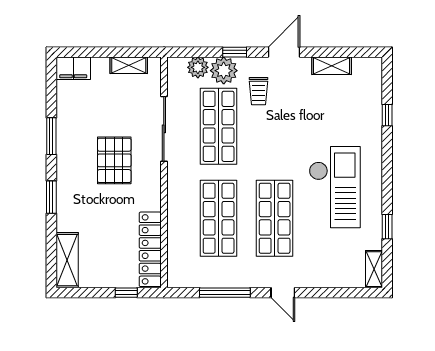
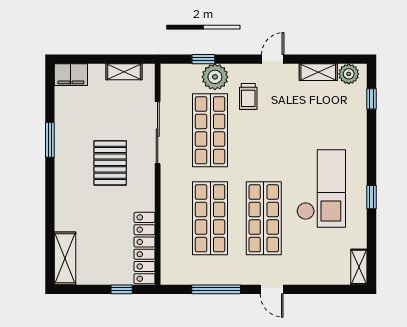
window: (235, 52) -> (203, 59), moved
door: (284, 52) -> (273, 59), width x0.73
plant: (198, 67) -> (349, 74), moved
window: (387, 115) -> (371, 99), moved
window: (51, 197) -> (50, 198), removed
window: (387, 227) -> (371, 197), moved

